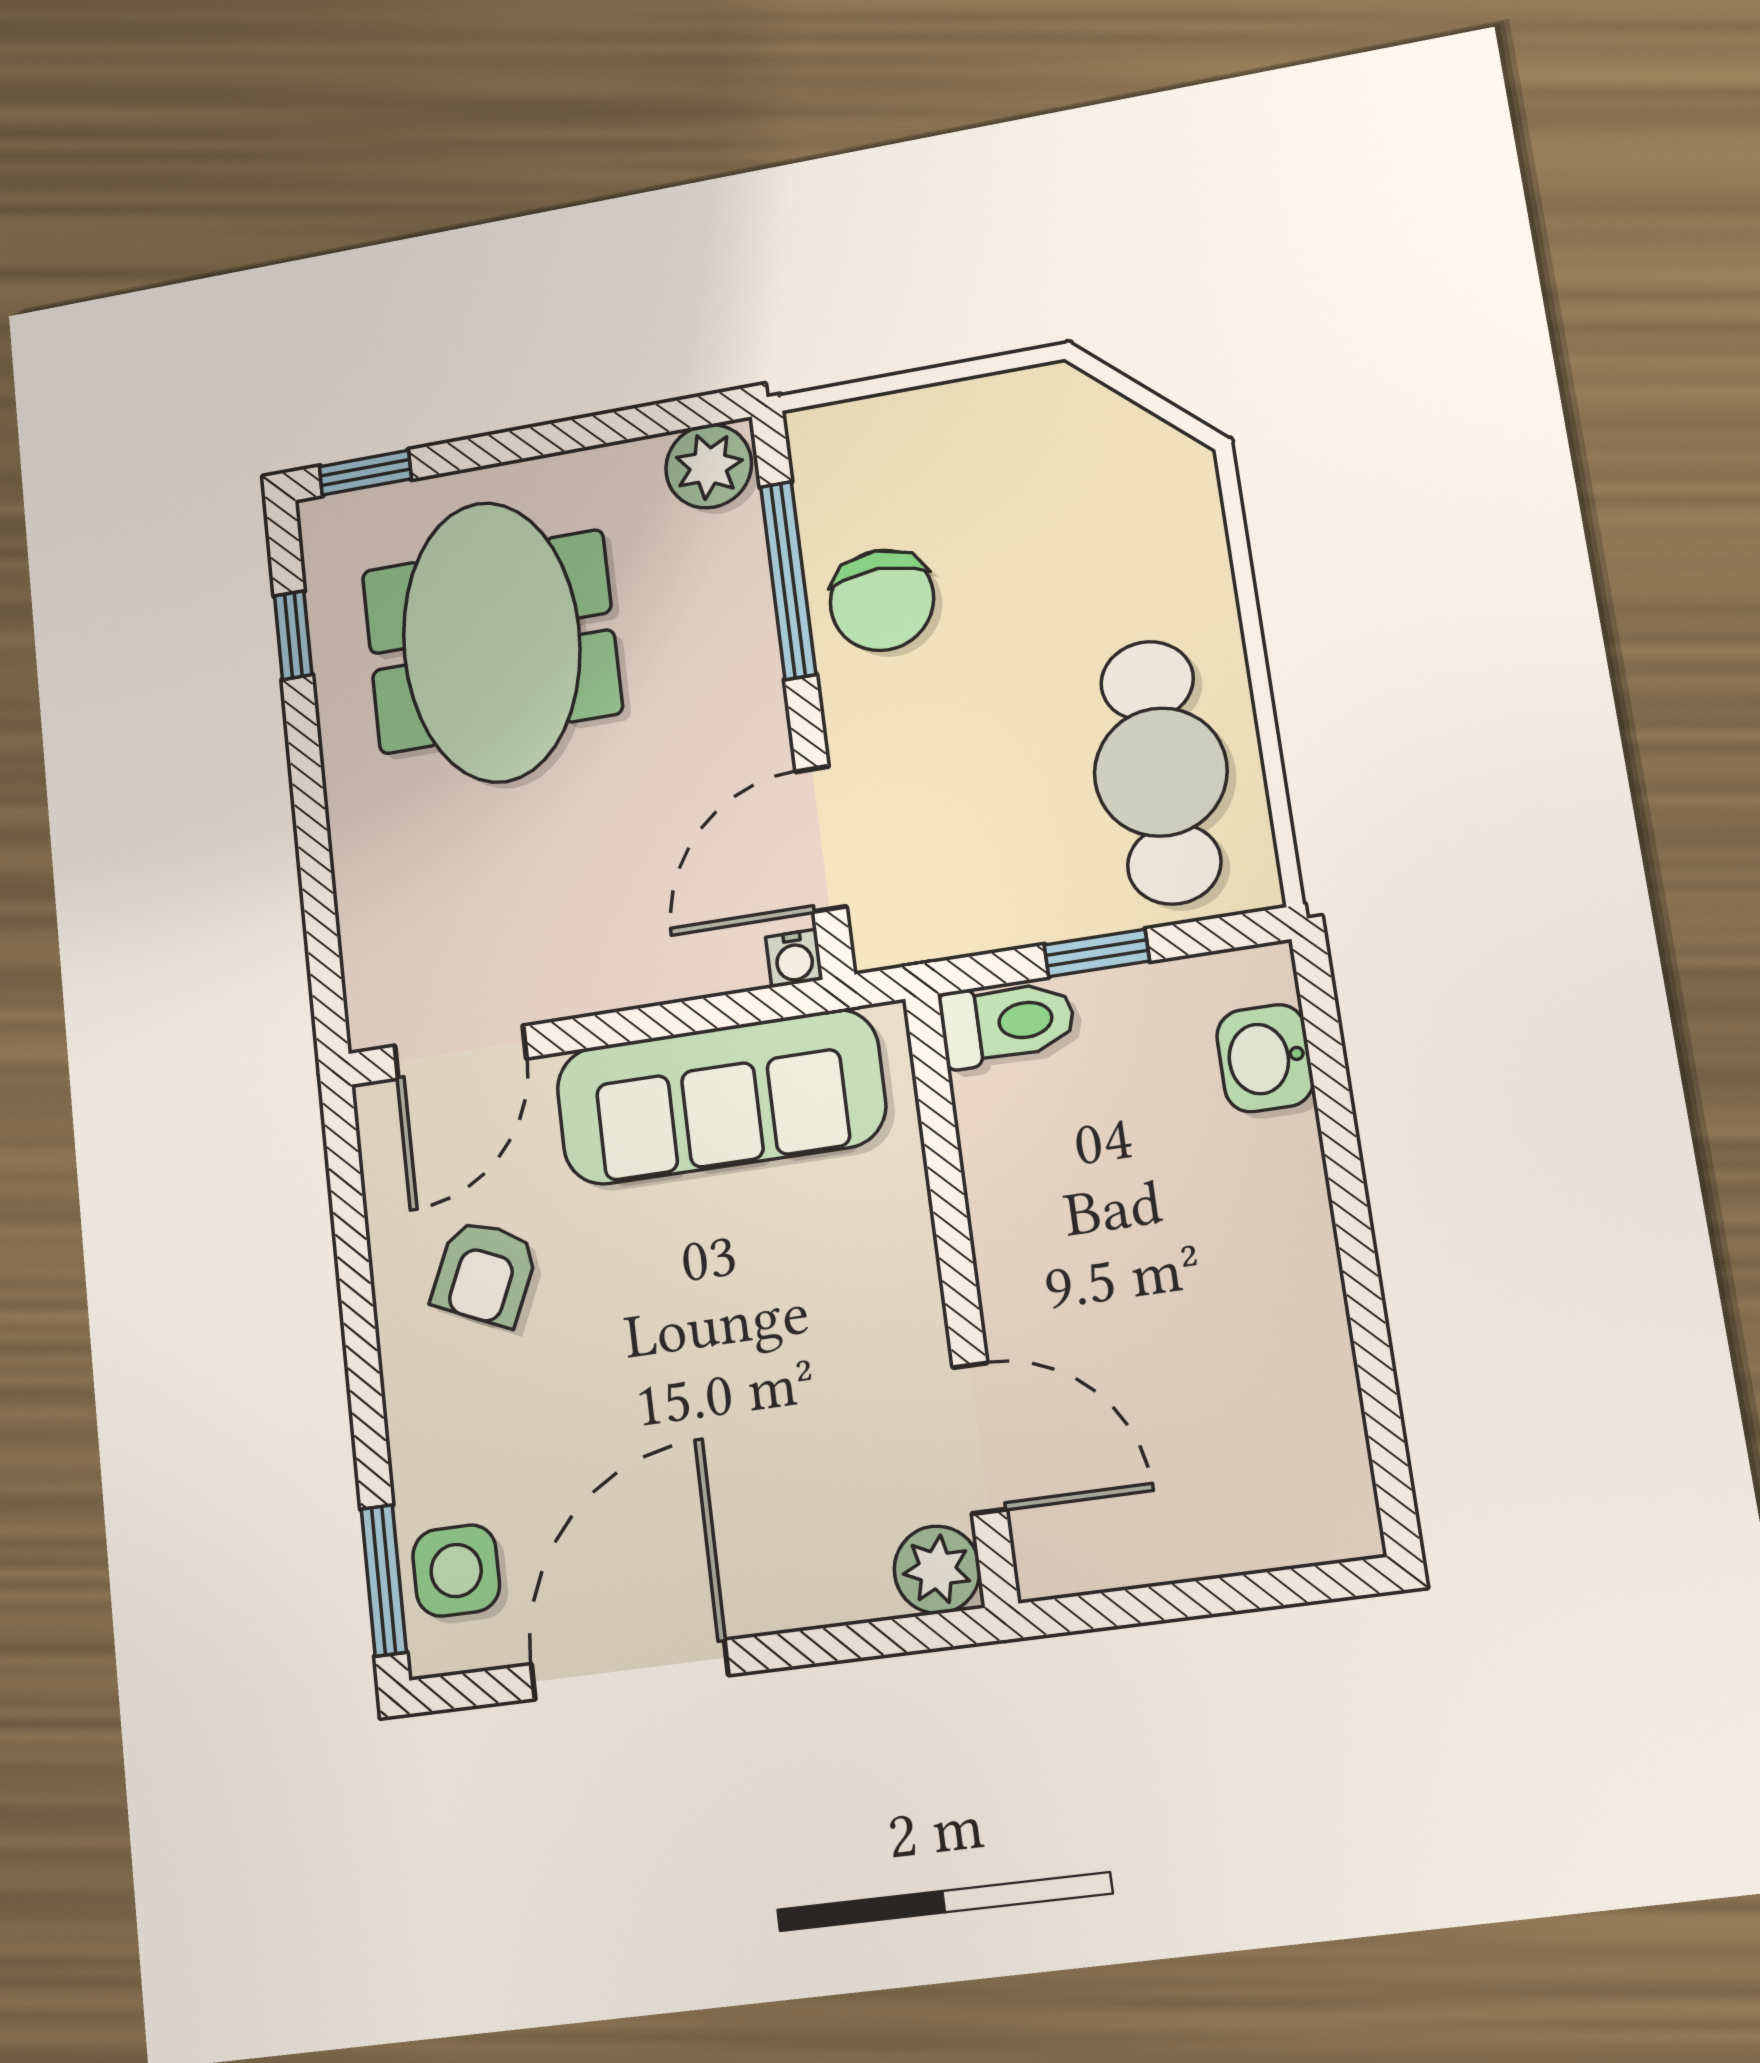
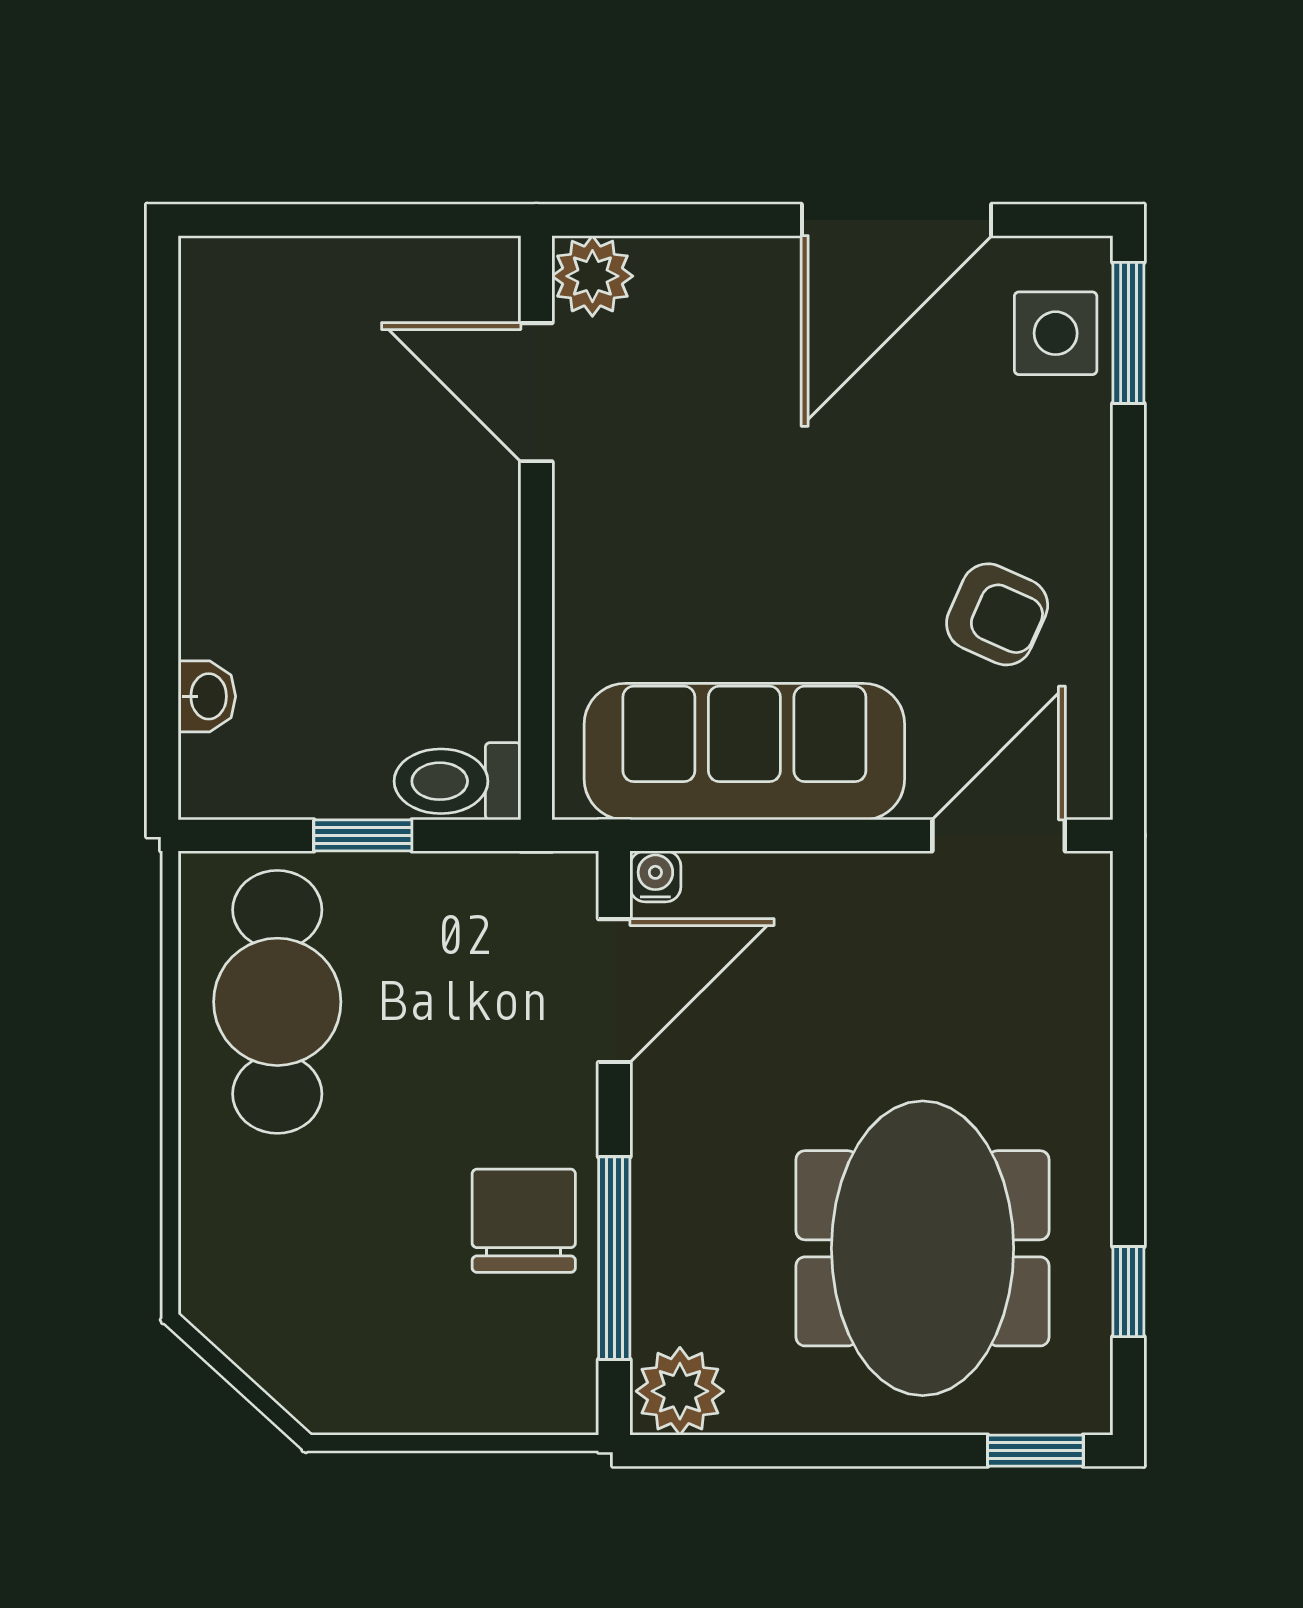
washbasin: (1265, 1058) -> (207, 696), width x0.72, depth x0.69
armchair: (485, 1273) -> (997, 614), turned 90

